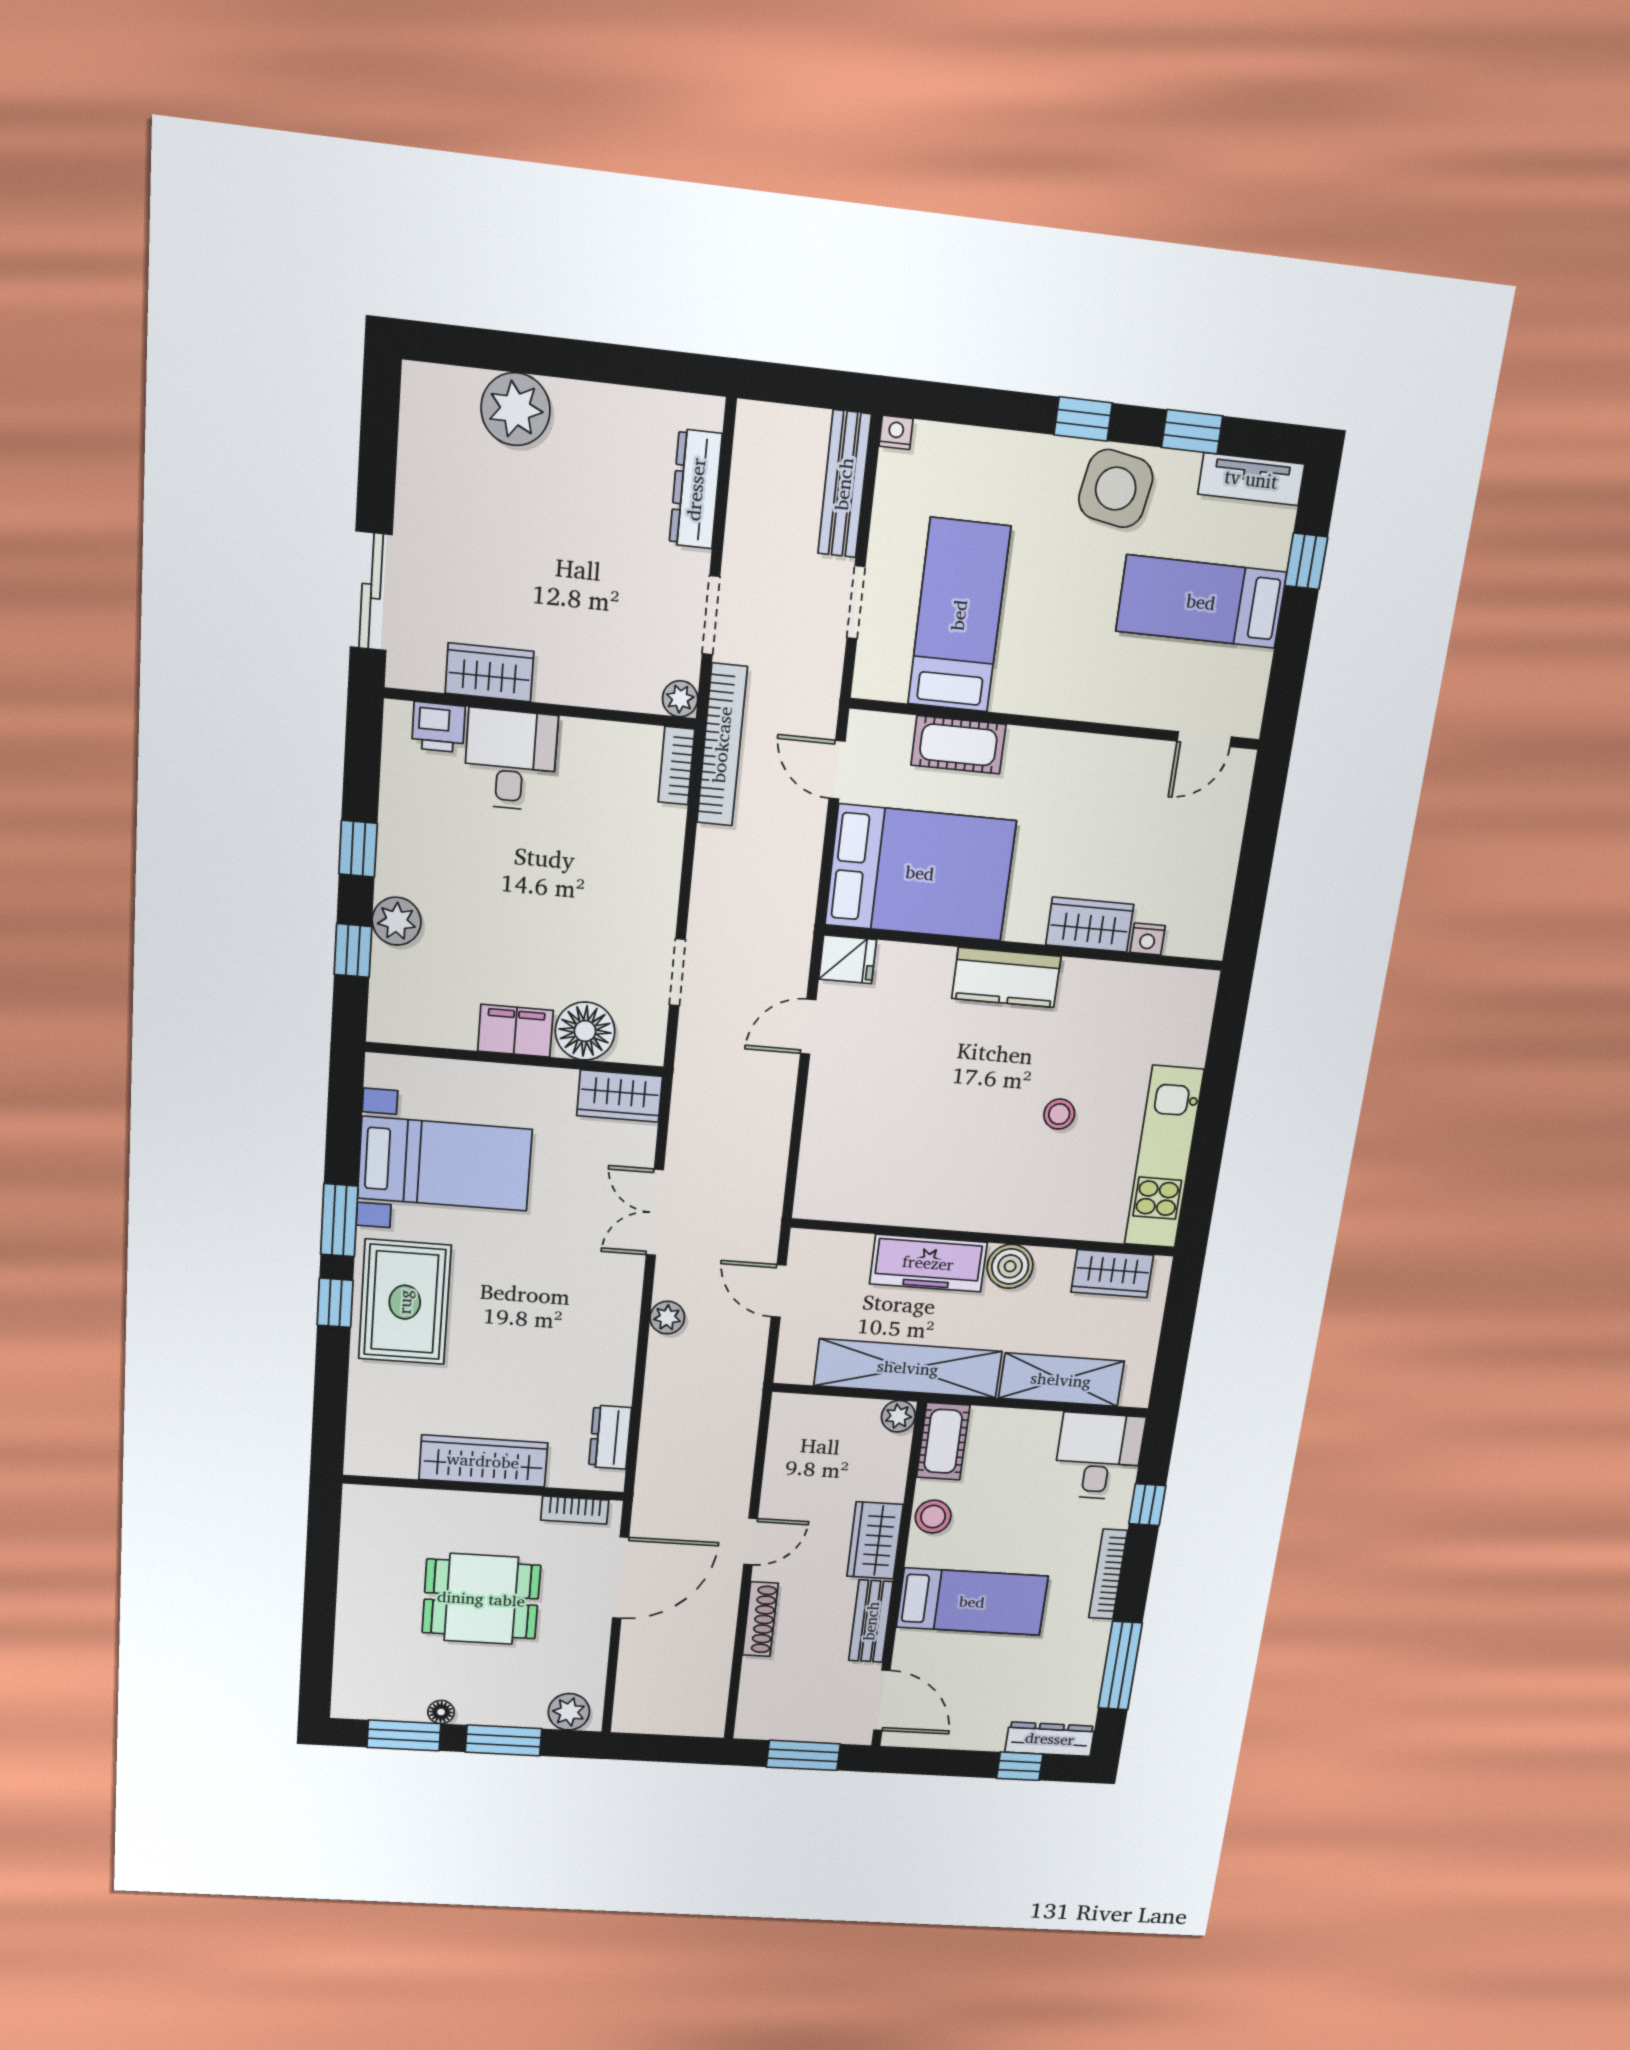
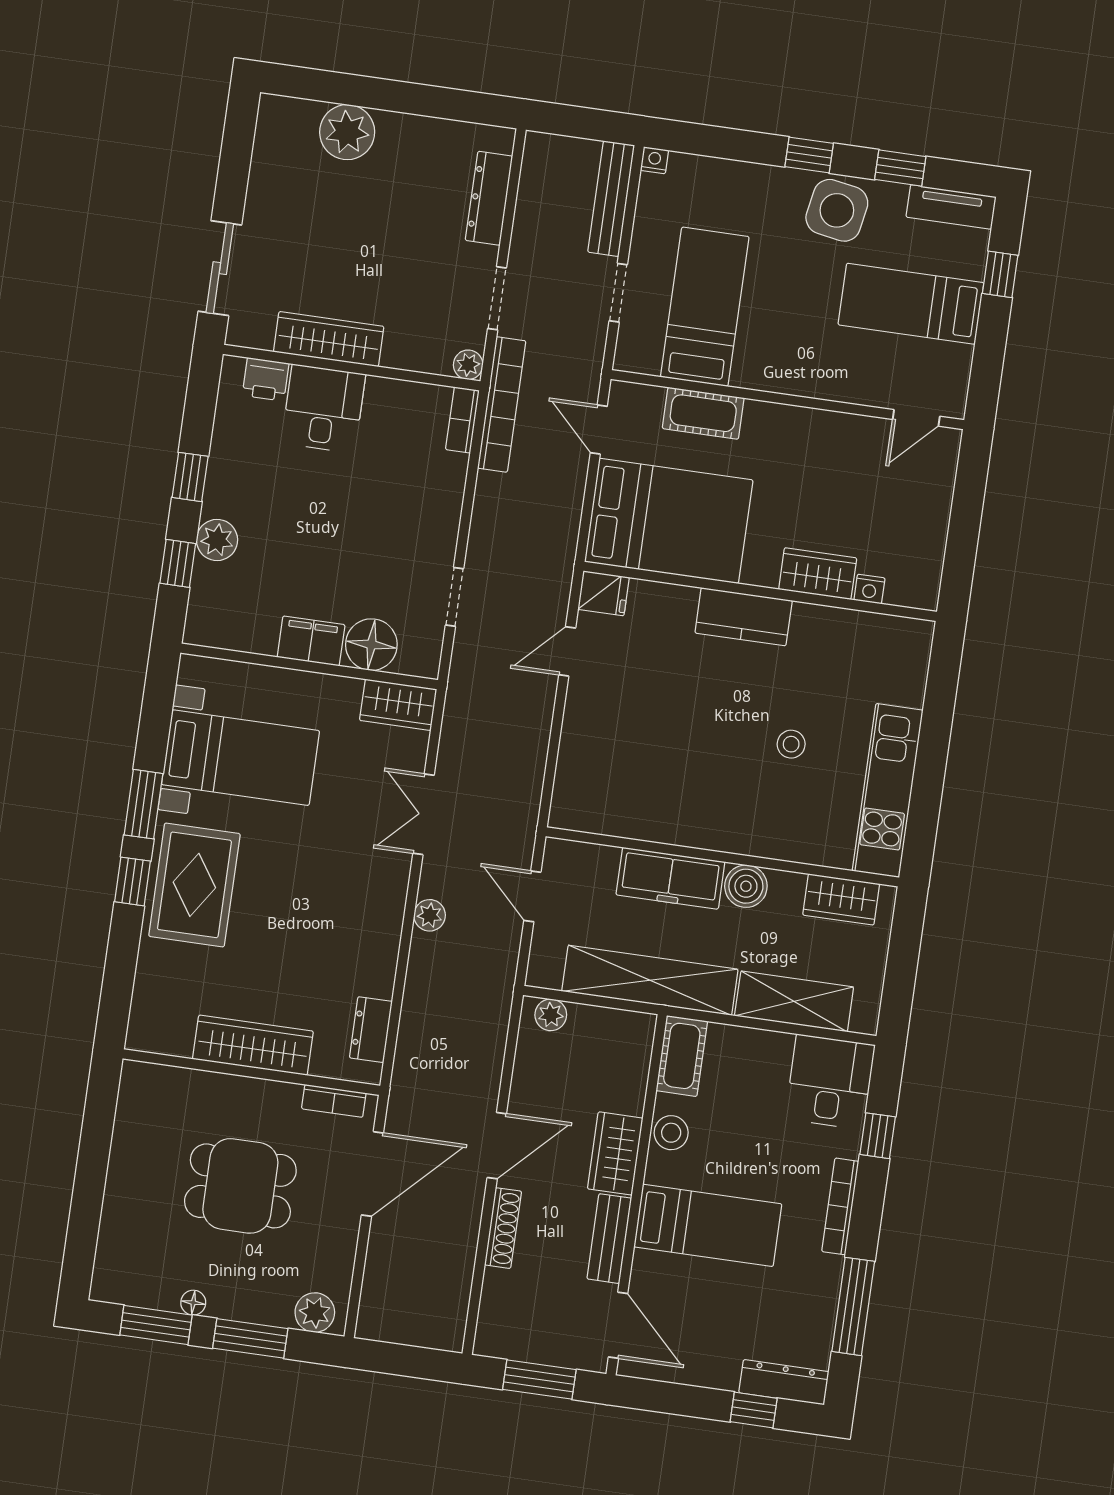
wardrobe: (489, 672) -> (329, 339), width x1.50
plant: (898, 1416) -> (551, 1015), moved
door: (751, 1542) -> (497, 1146), width x1.38

